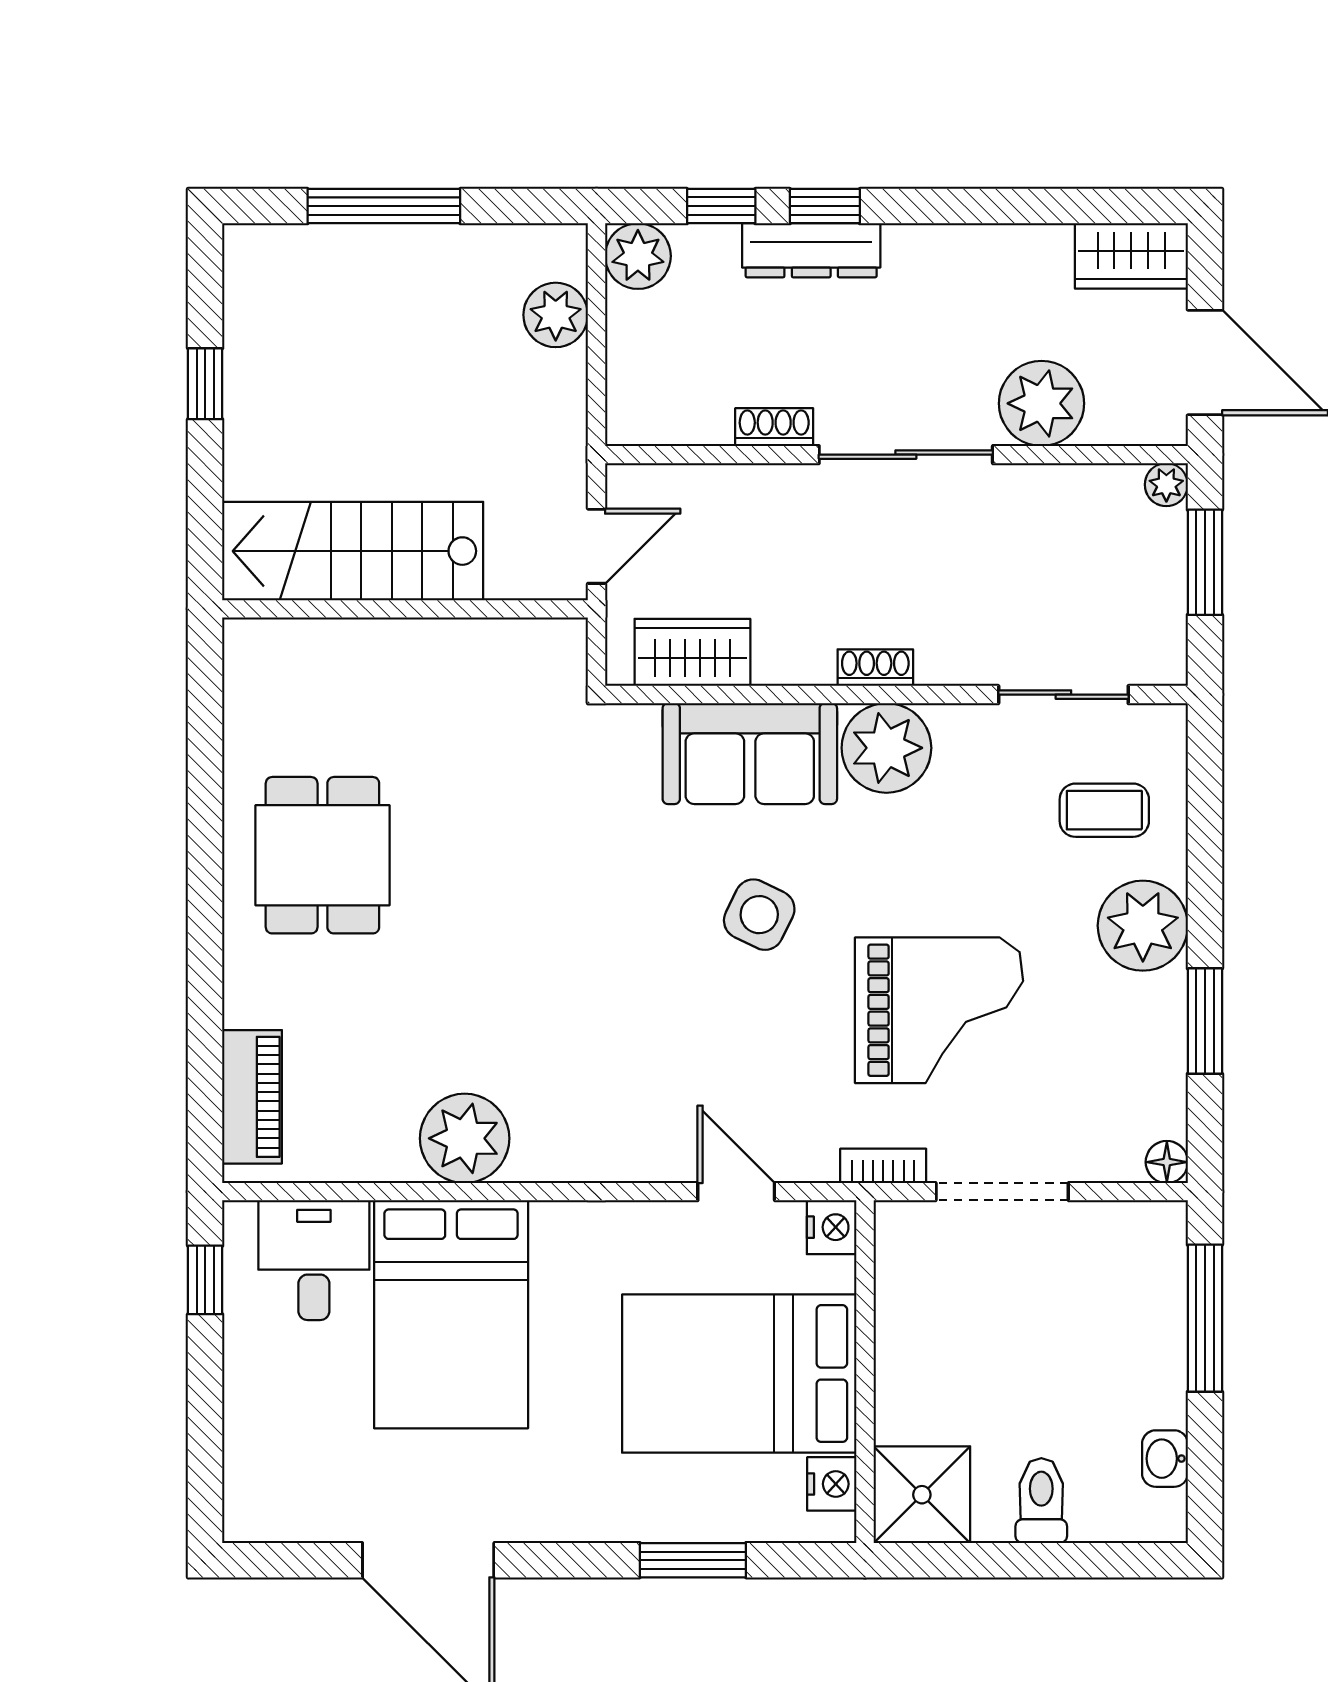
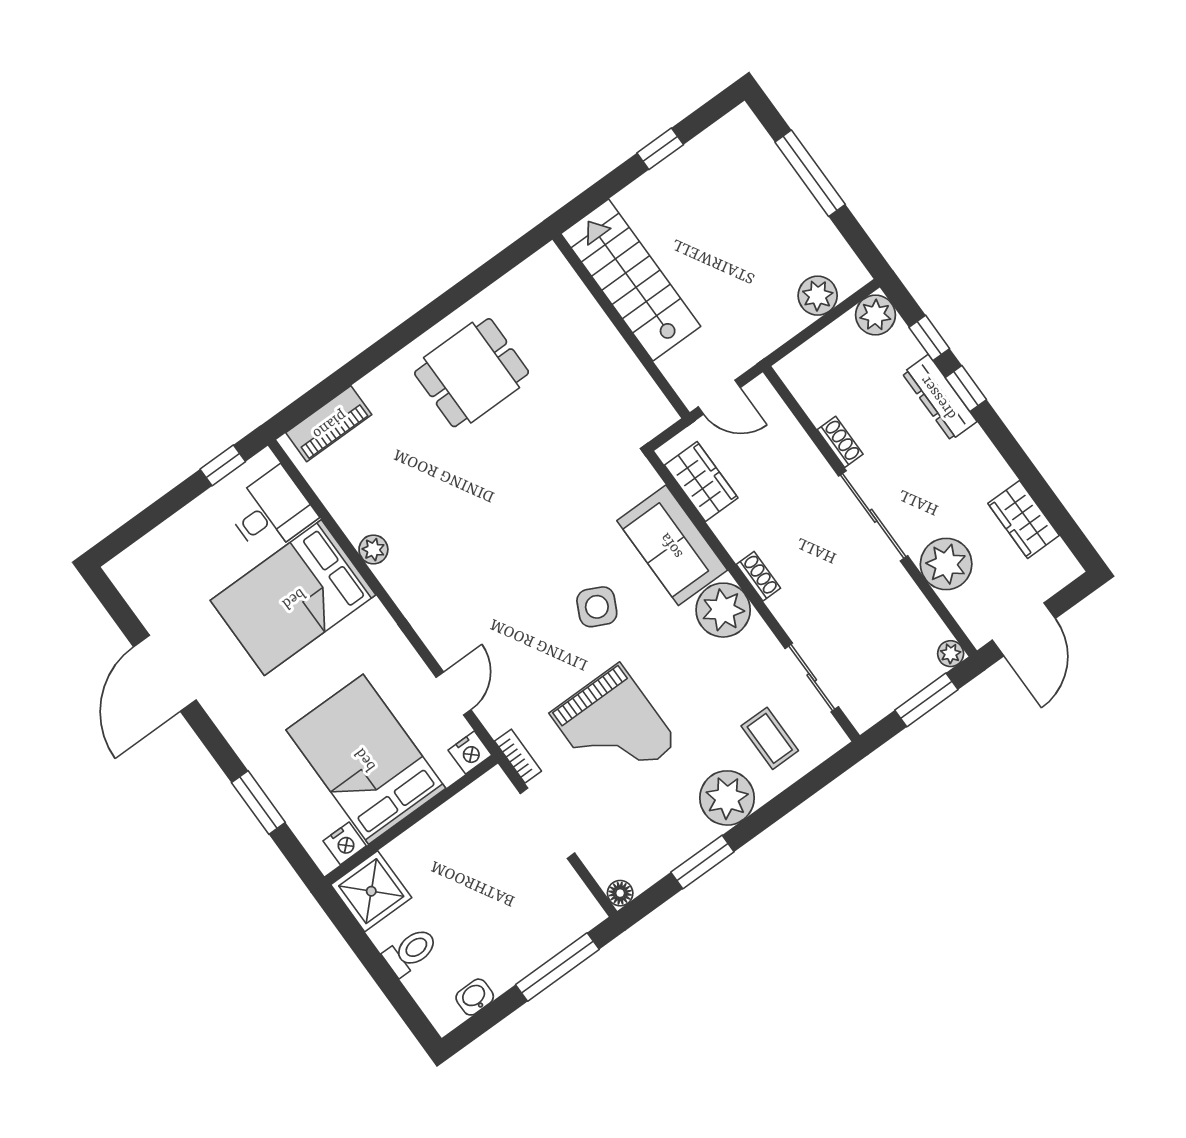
wardrobe: (1131, 256) -> (1024, 519), moved
plant: (465, 1138) -> (373, 549), width x0.53, depth x0.53

